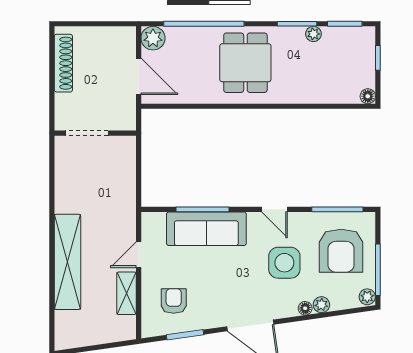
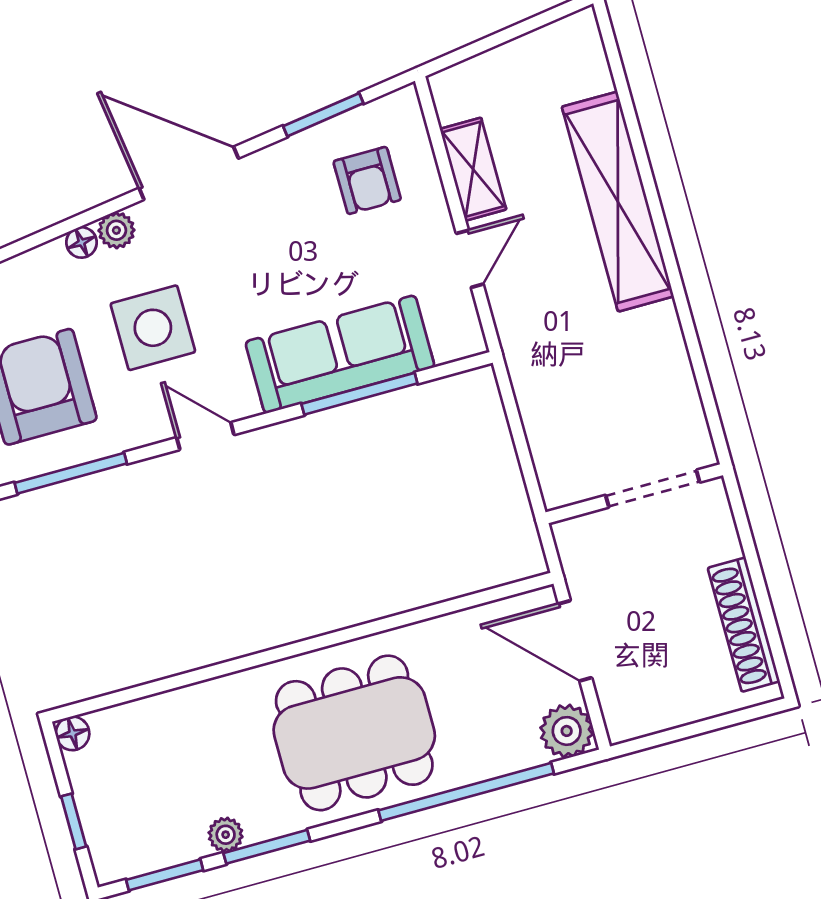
dining table: (245, 63) -> (354, 733), width x1.38
plant: (321, 305) -> (116, 230), moved

